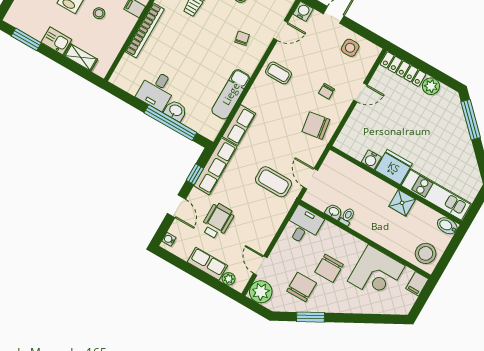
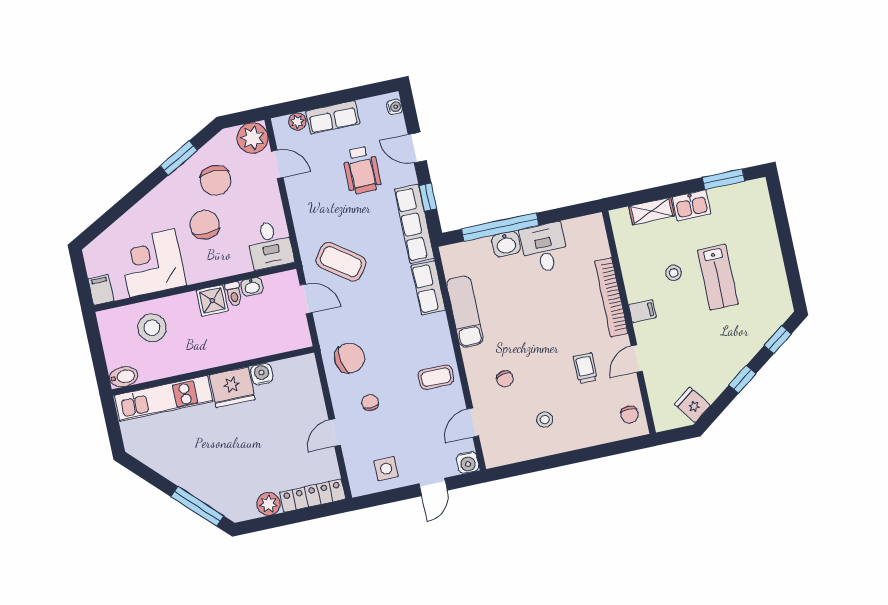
coffee table: (273, 182) -> (341, 262), turned 36
shower: (402, 203) -> (212, 300), moved
stool: (426, 253) -> (152, 328), moved

